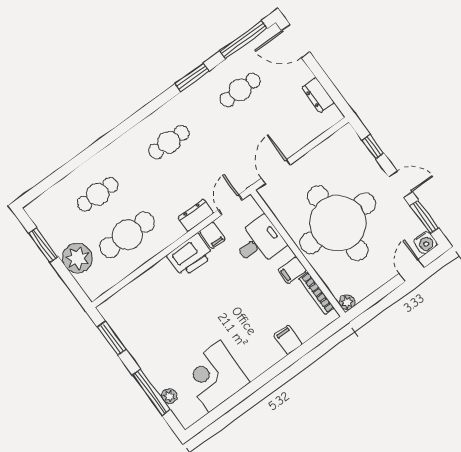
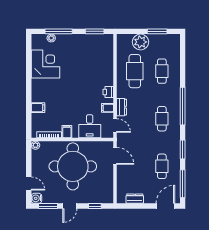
window: (127, 125) -> (183, 106), added
printer: (190, 255) -> (108, 92), width x0.53, depth x0.68

